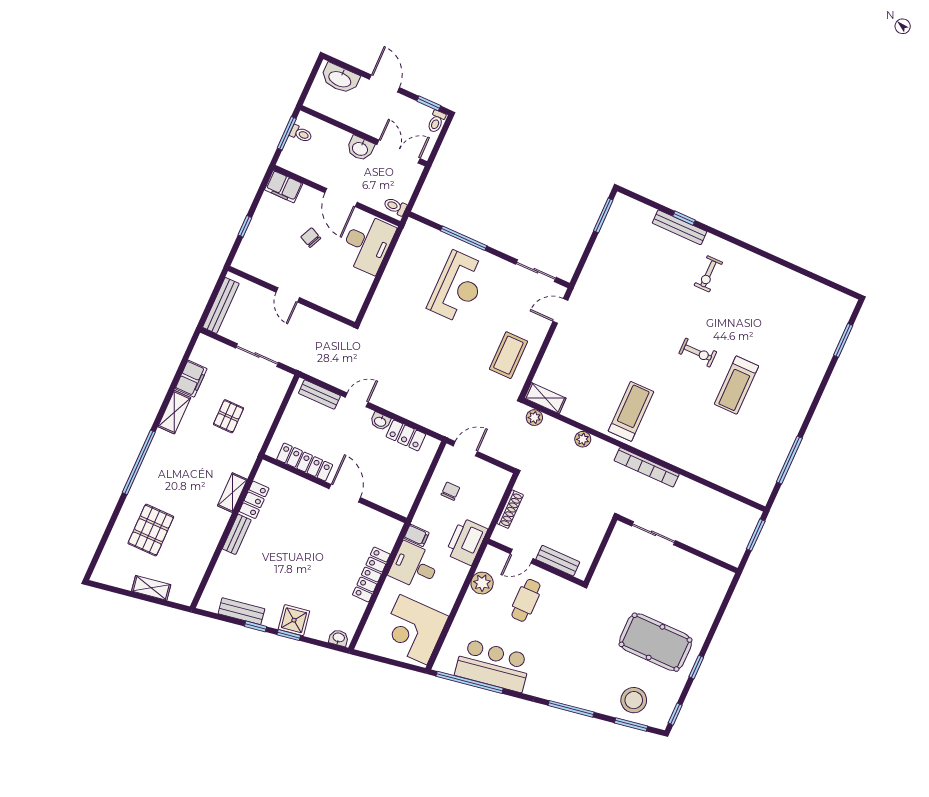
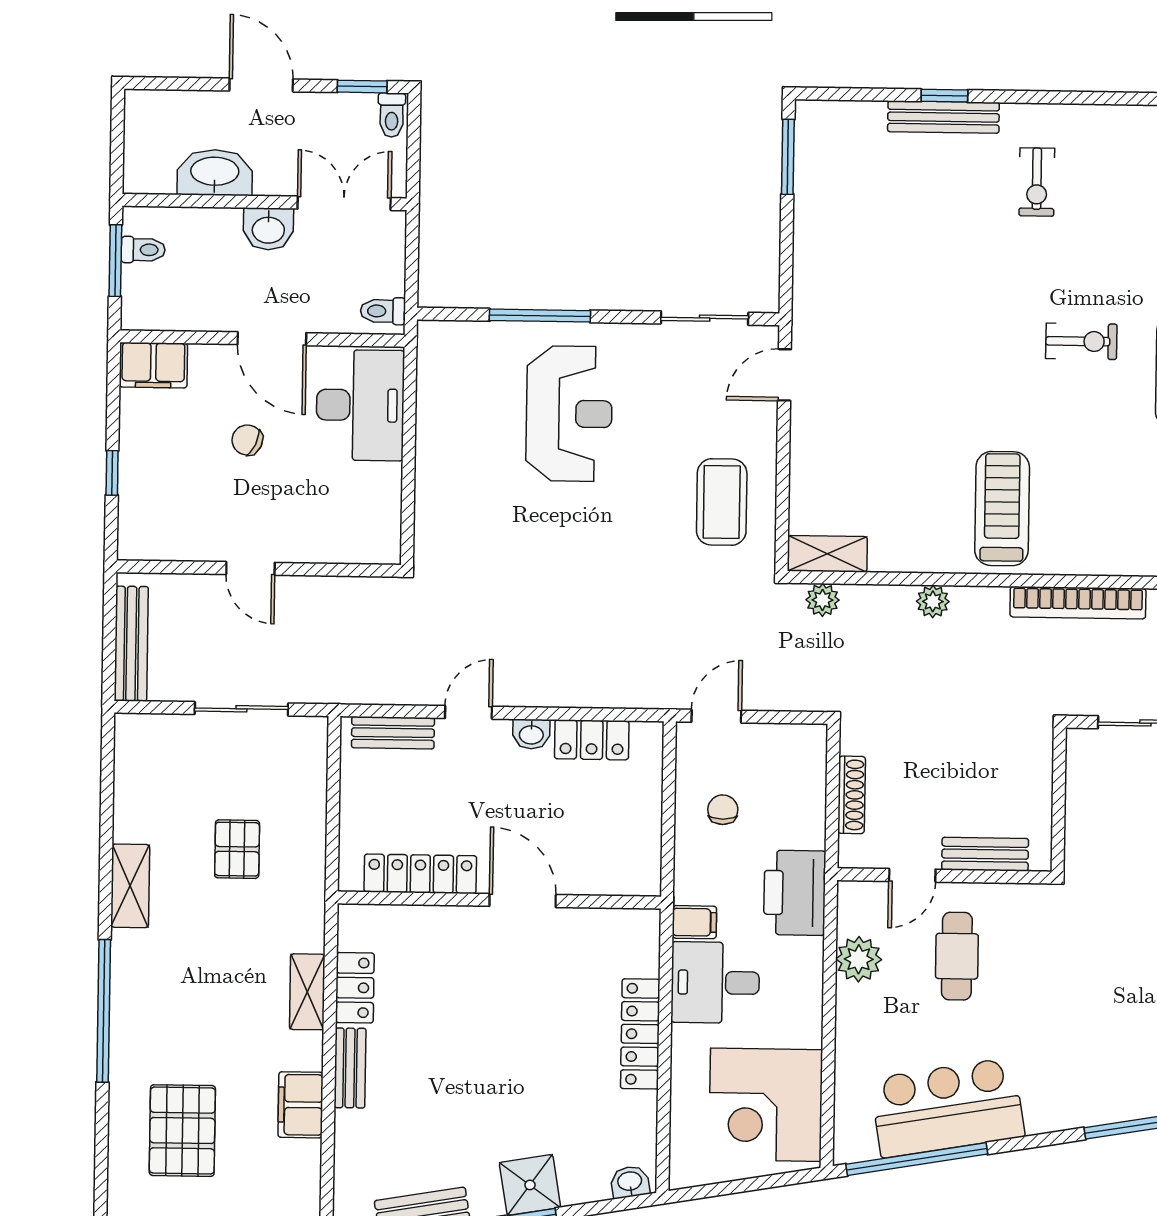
washbasin: (340, 79) -> (215, 173), moved, turned 180
filing cabinet: (191, 379) -> (300, 1105), moved, turned 180

